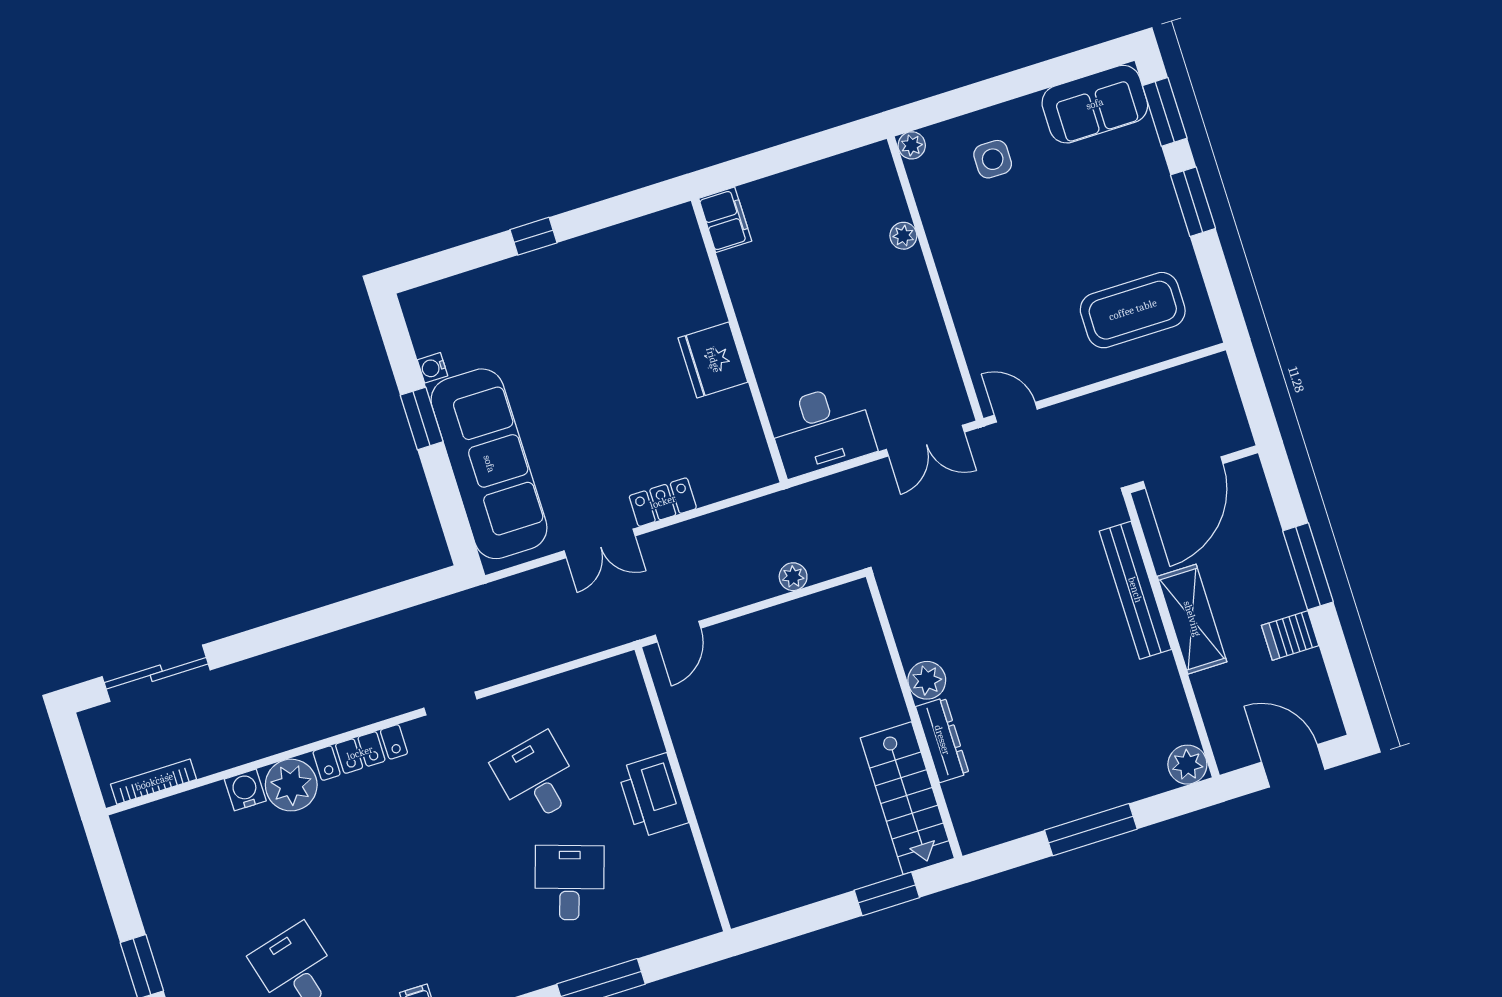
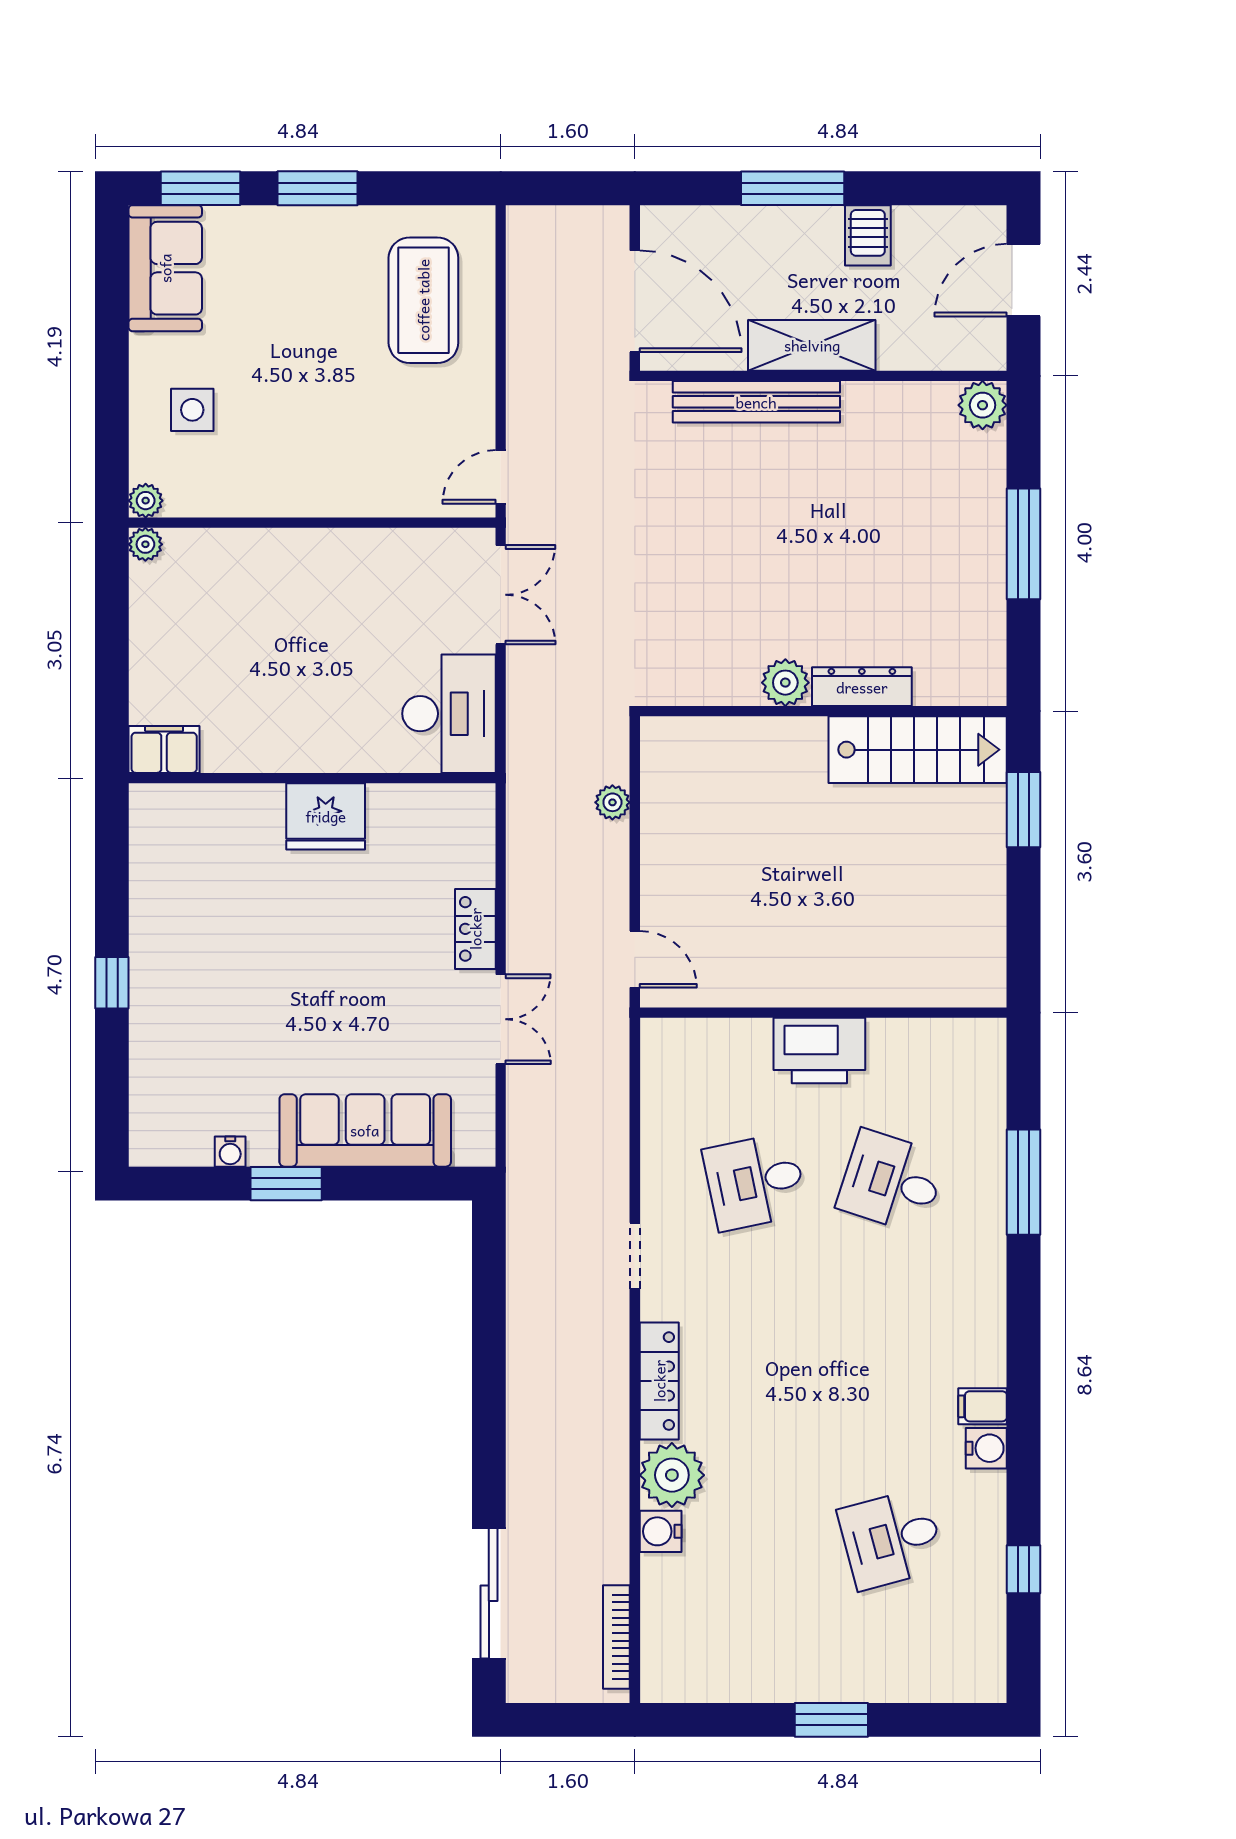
plant: (903, 236) -> (145, 544), moved
sofa: (489, 464) -> (365, 1130), width x0.74, depth x0.79

